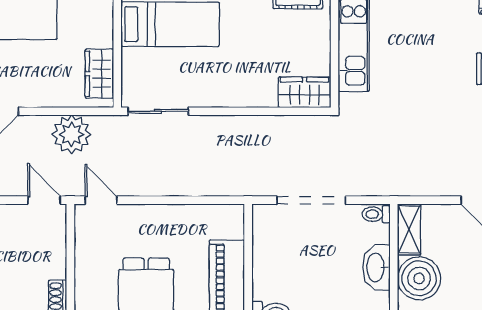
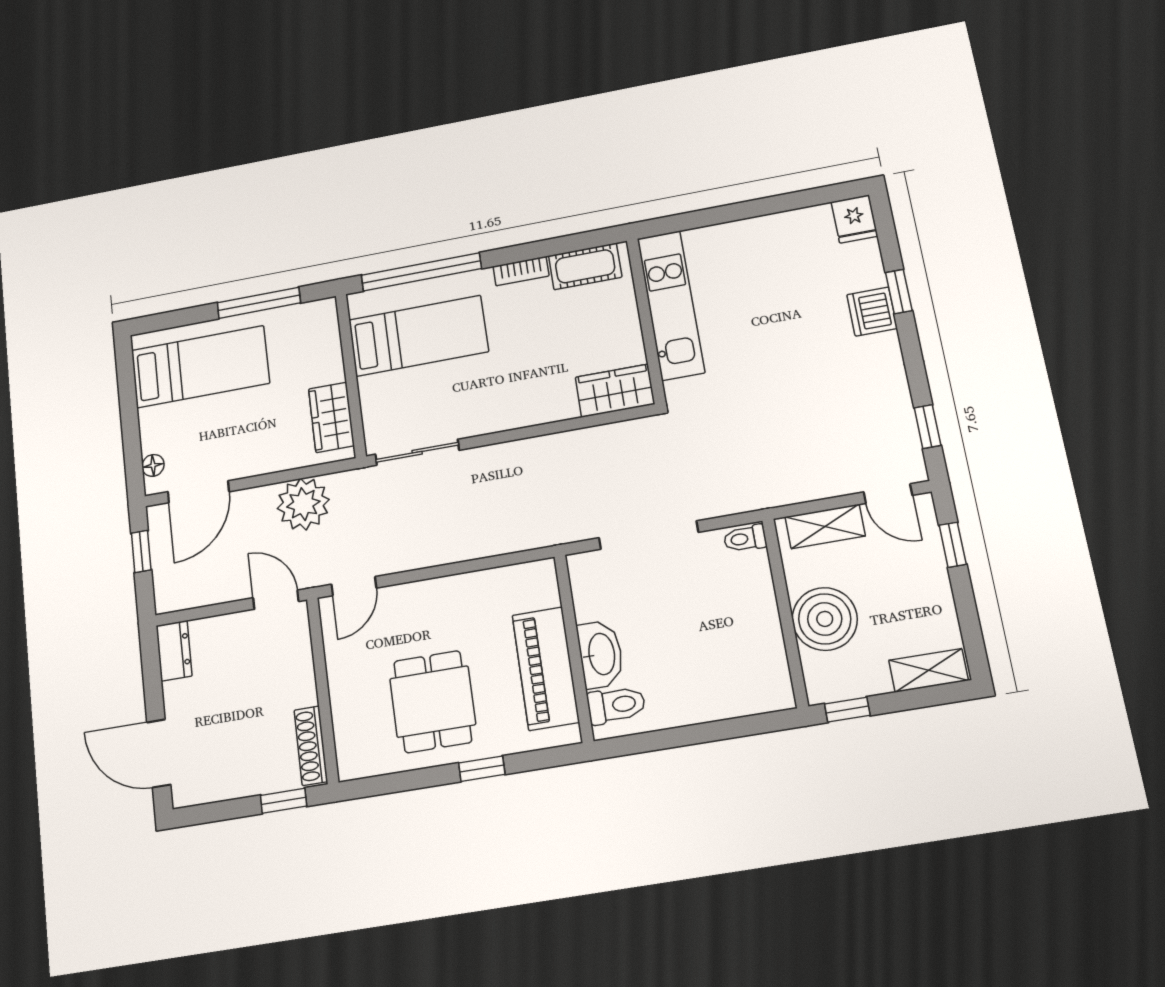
door: (101, 200) -> (354, 586), swing flipped
shelving: (409, 229) -> (825, 526), moved, turned 90
washbasin: (376, 268) -> (601, 654), moved, turned 180

